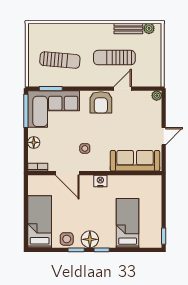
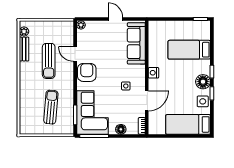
armchair: (101, 102) -> (87, 72), turned -90

